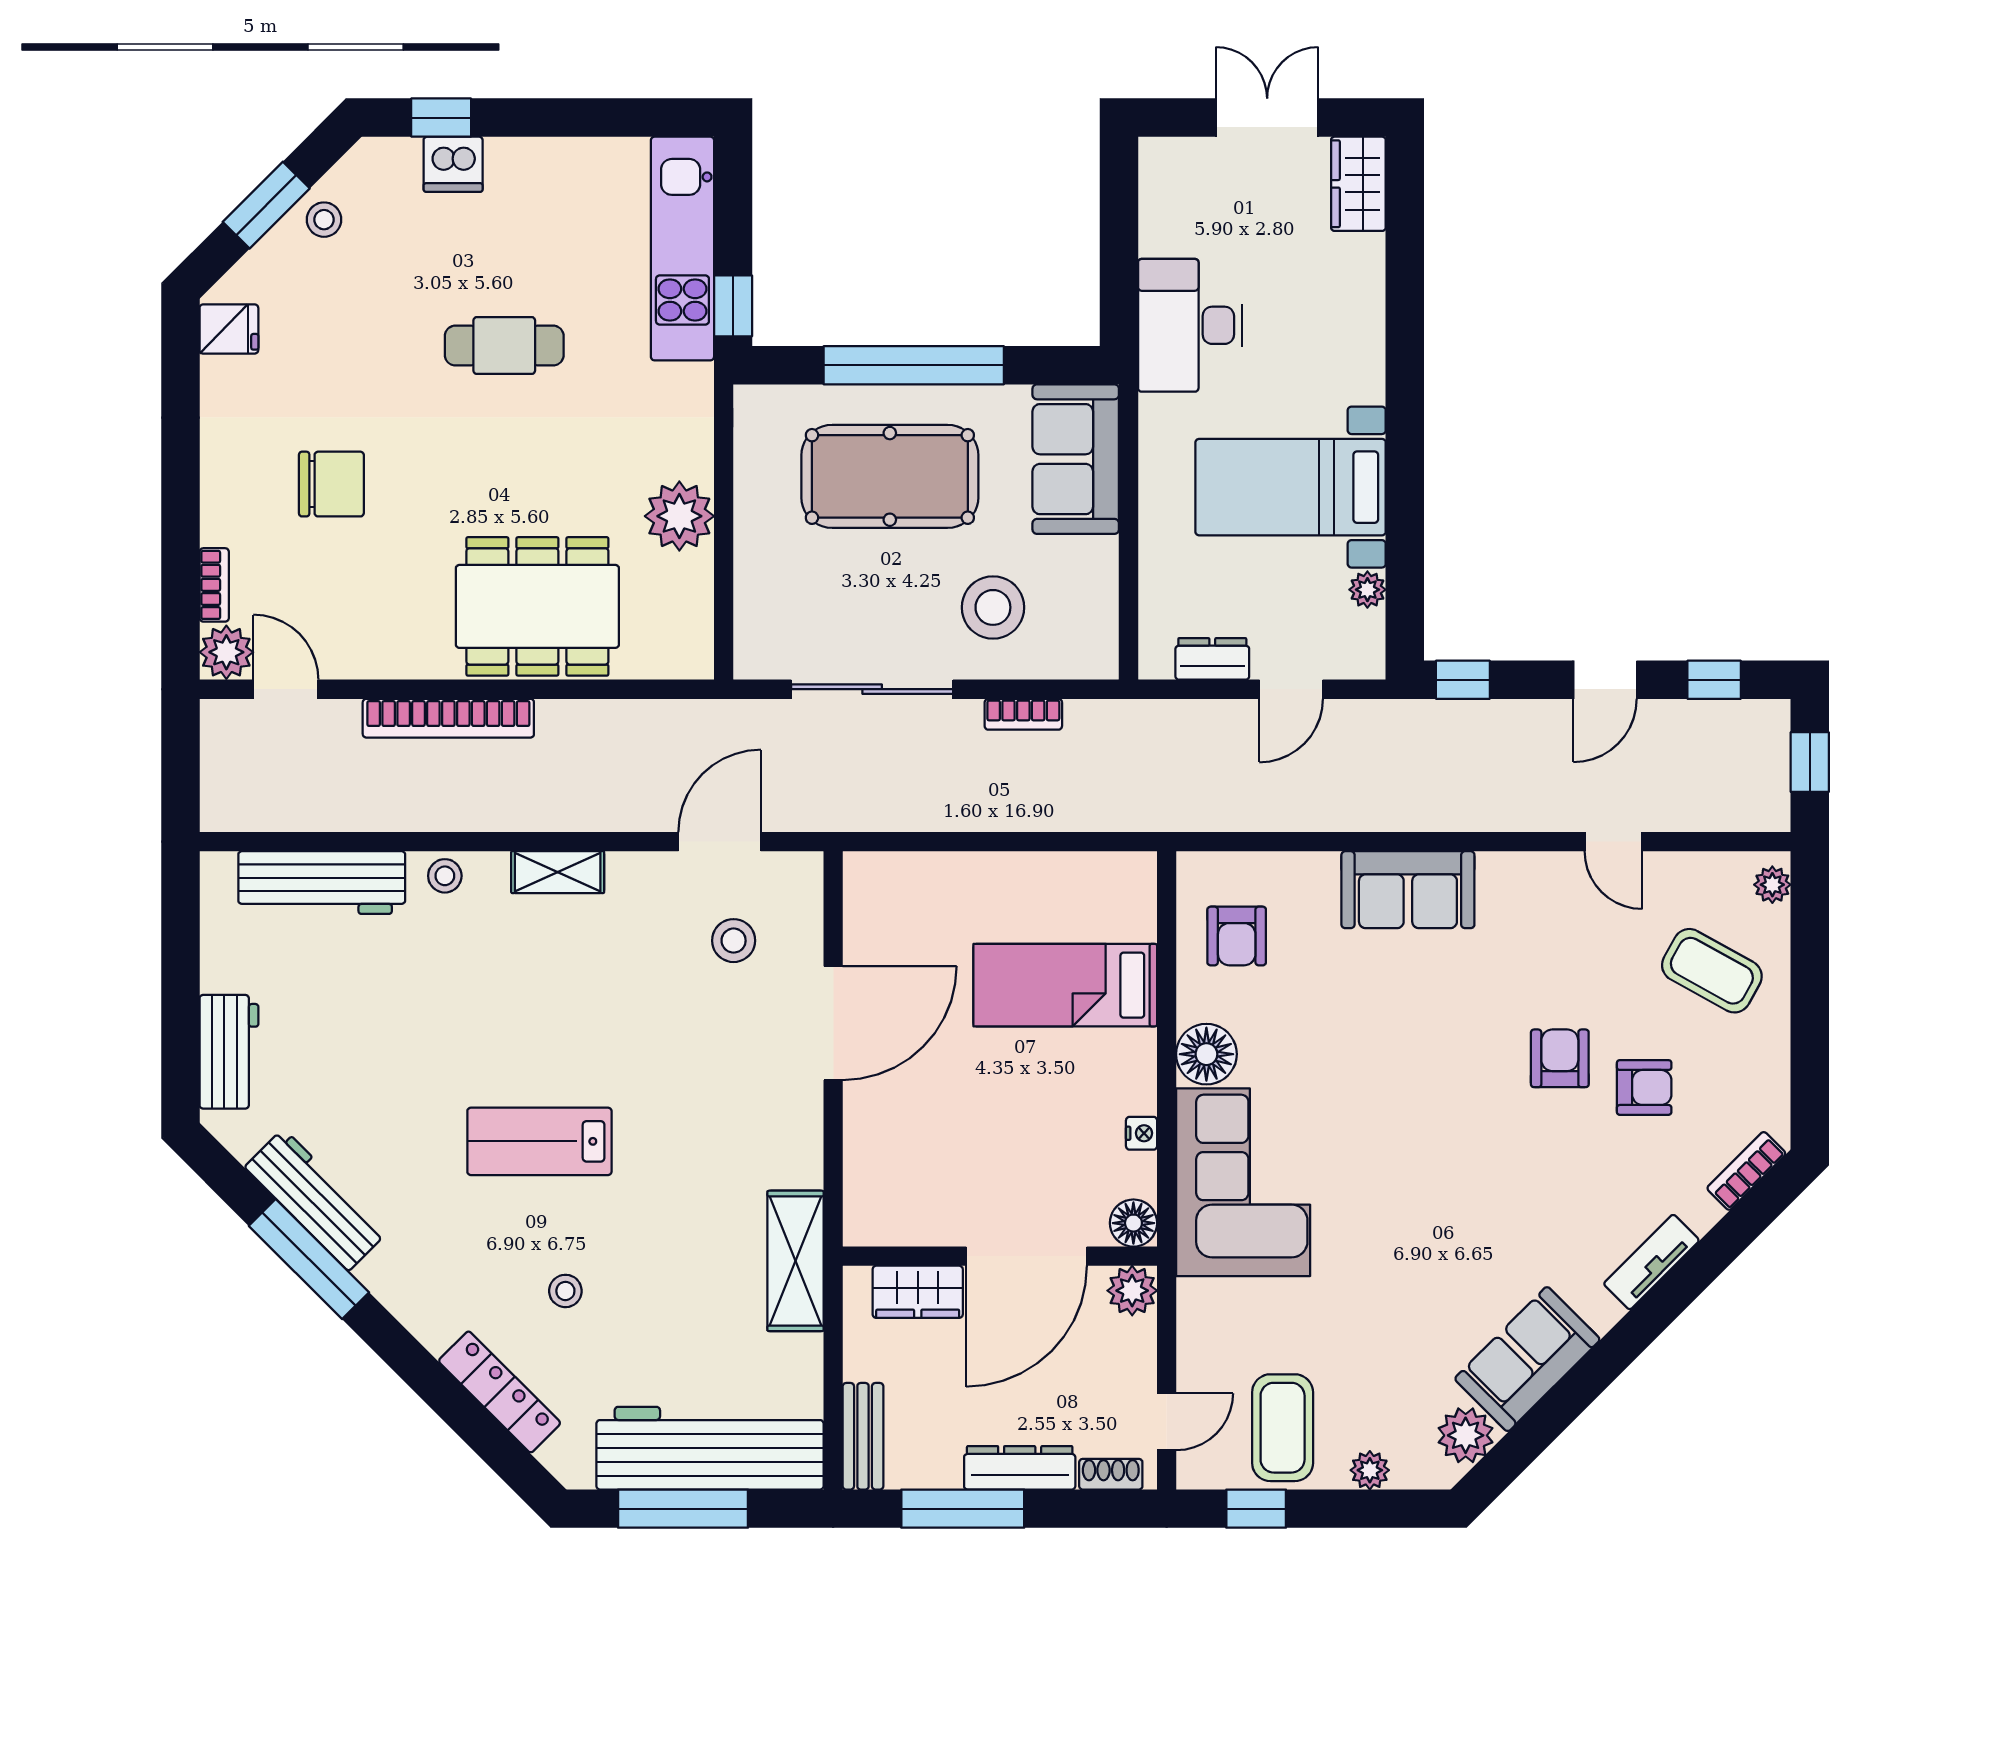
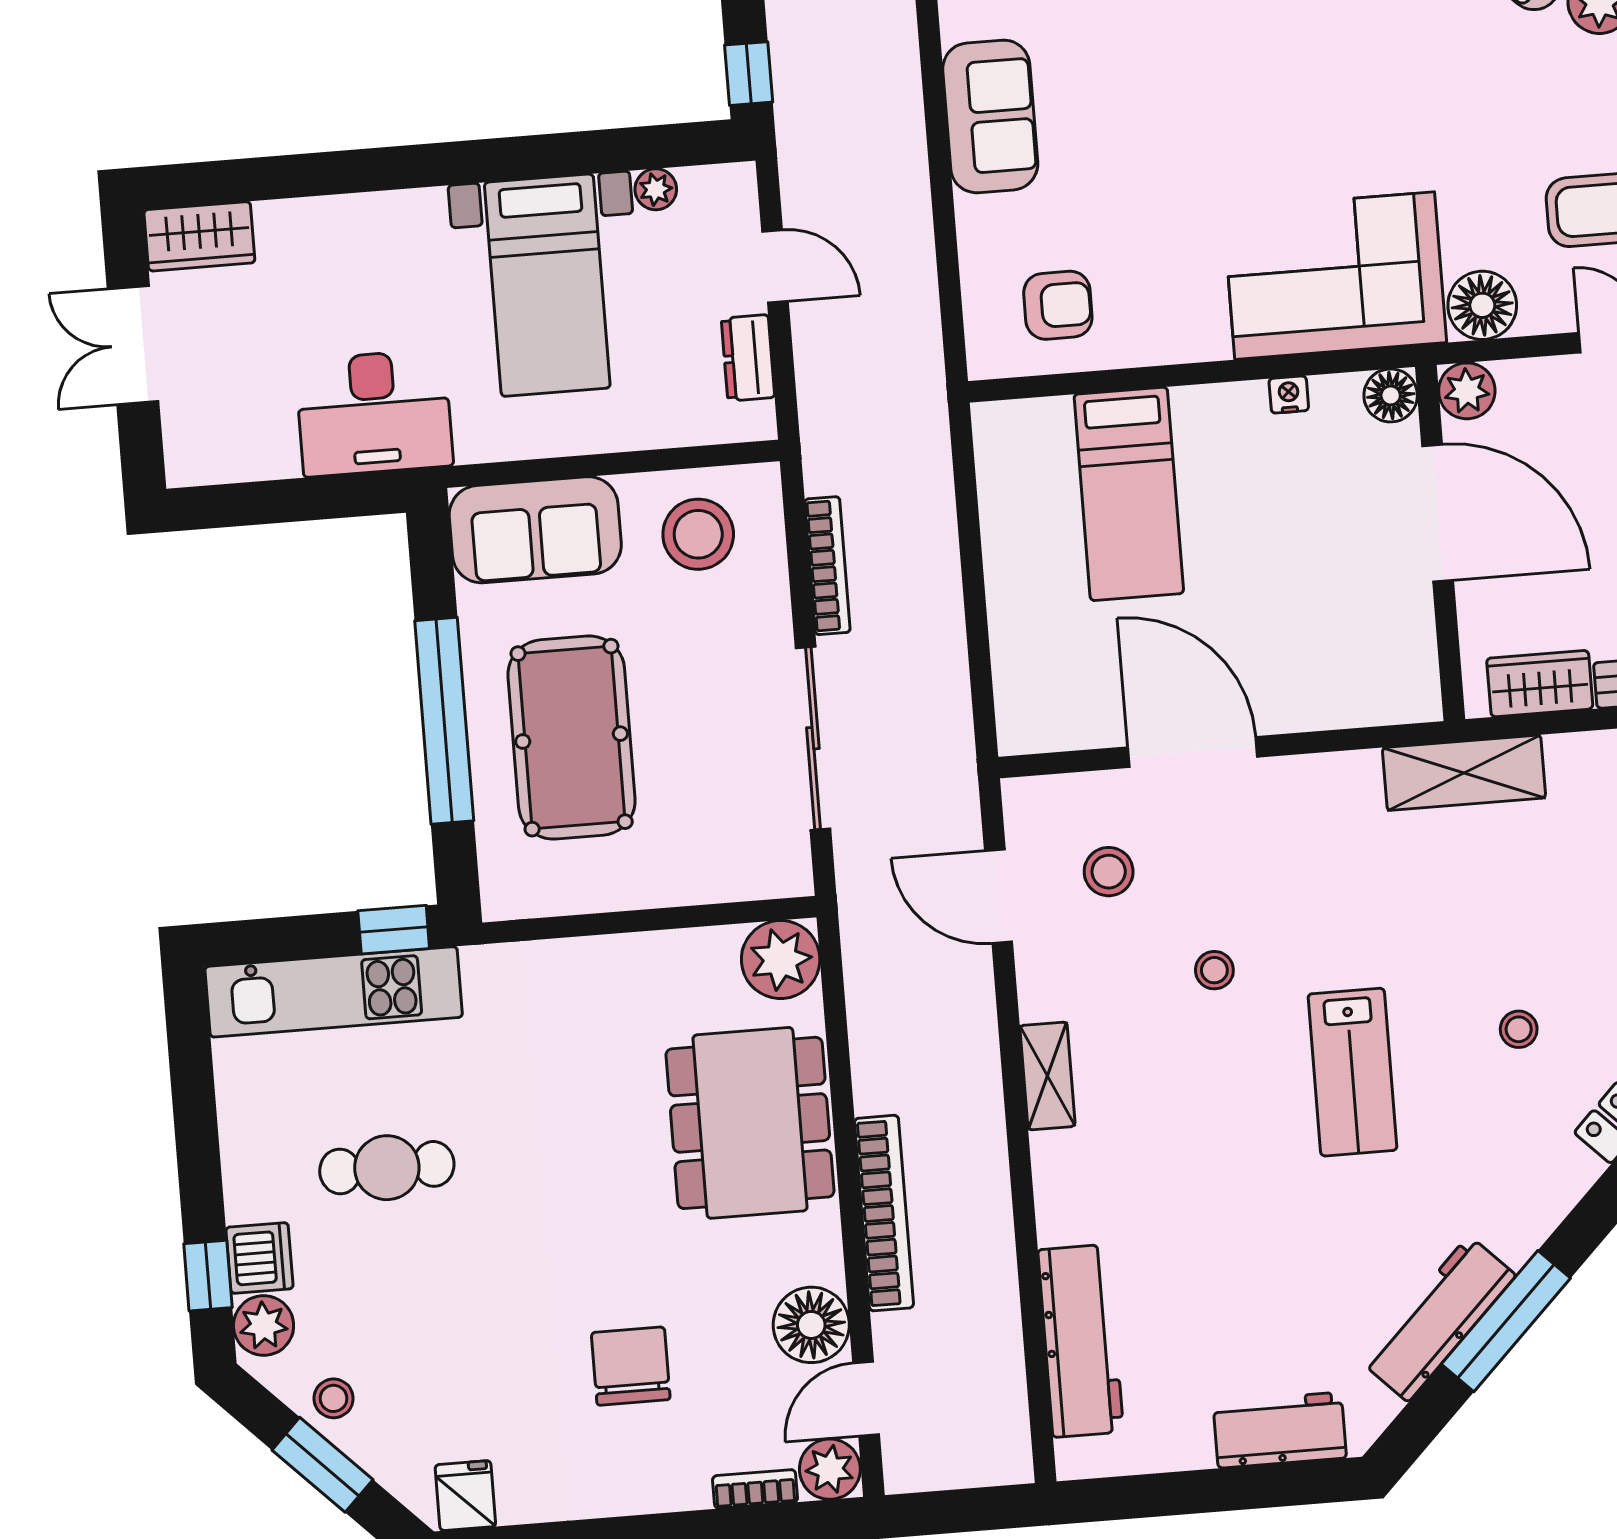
plant: (393, 163) -> (264, 1326), added
cafe table: (504, 346) -> (387, 1168), moved, turned 90
plant: (679, 516) -> (781, 959), moved
stool: (993, 607) -> (698, 534), moved
floor lamp: (355, 646) -> (811, 1325), added
bookcase: (1023, 714) -> (827, 566), width x1.56
stool: (445, 876) -> (1214, 970), moved
floor lamp: (1206, 1054) -> (1482, 305), moved
wardrobe: (918, 1292) -> (1540, 684), moved, turned -90

